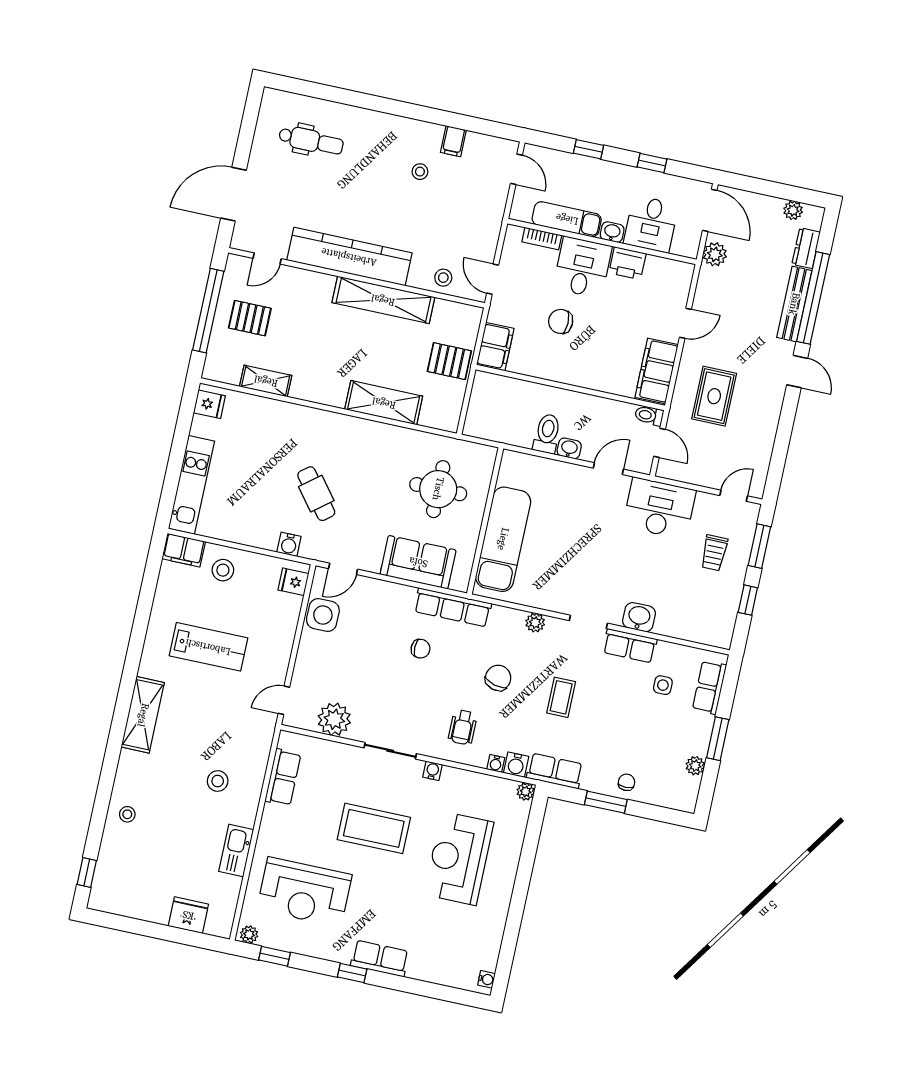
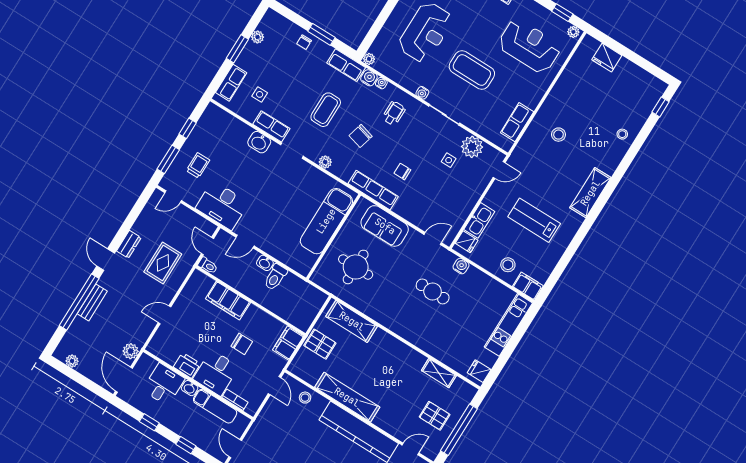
dresser: (806, 248) -> (129, 244), moved
bench: (794, 304) -> (92, 302), width x0.73
filing cabinet: (657, 371) -> (228, 301), moved, turned 90
shelving: (384, 403) -> (352, 321), moved
cafe table: (316, 494) -> (433, 291), turned -52
side table: (323, 615) -> (449, 160), moved, width x0.54, depth x0.54
coffee table: (561, 697) -> (326, 110), width x1.36, depth x1.30
kitchen sink: (236, 850) -> (479, 220), moved

